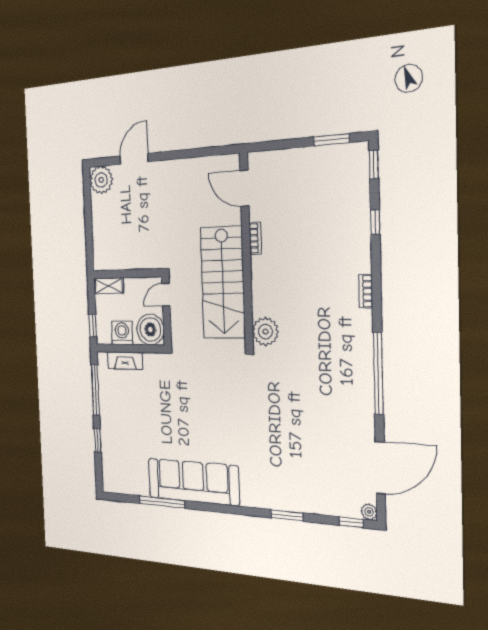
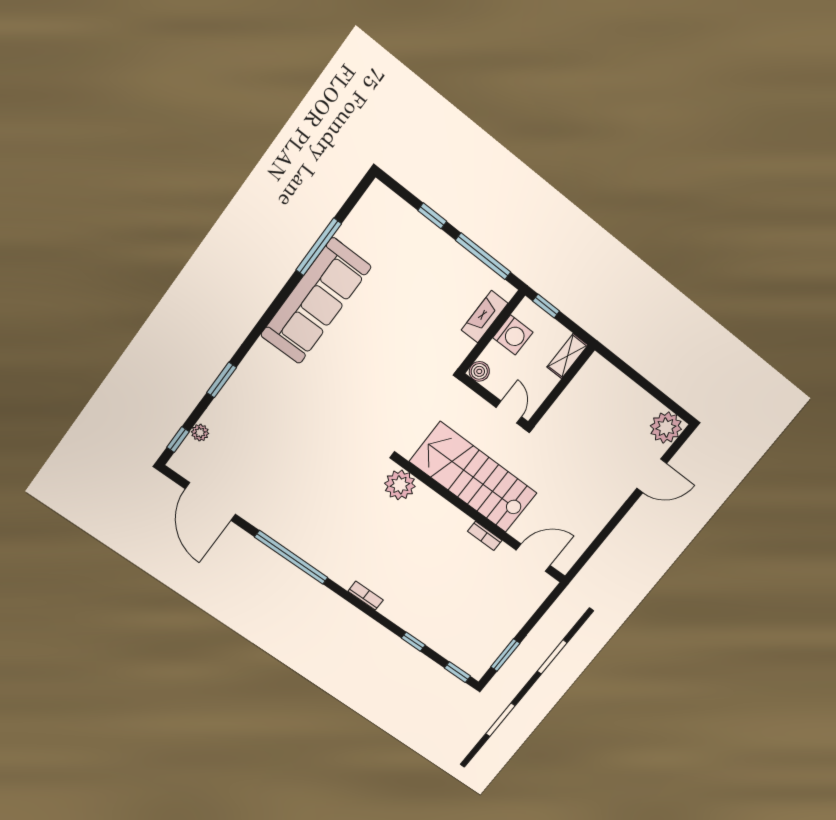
door: (134, 159) -> (652, 476), hinge flipped
boiler: (150, 329) -> (479, 371), width x0.54, depth x0.54
plant: (369, 512) -> (200, 433), moved

